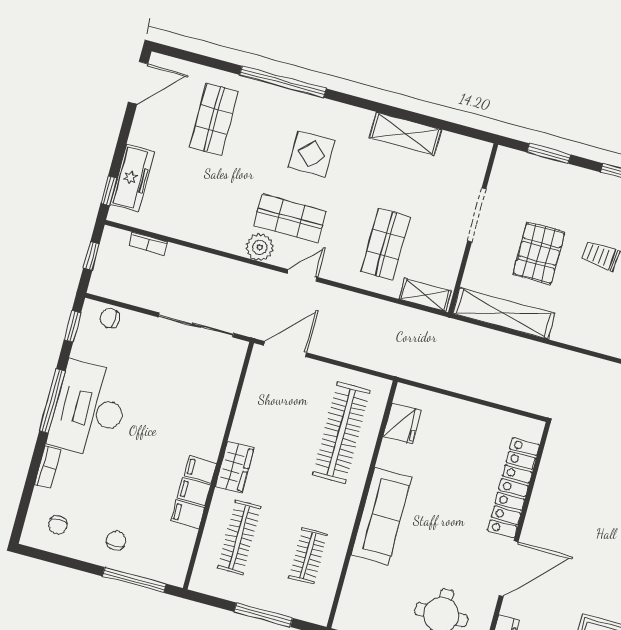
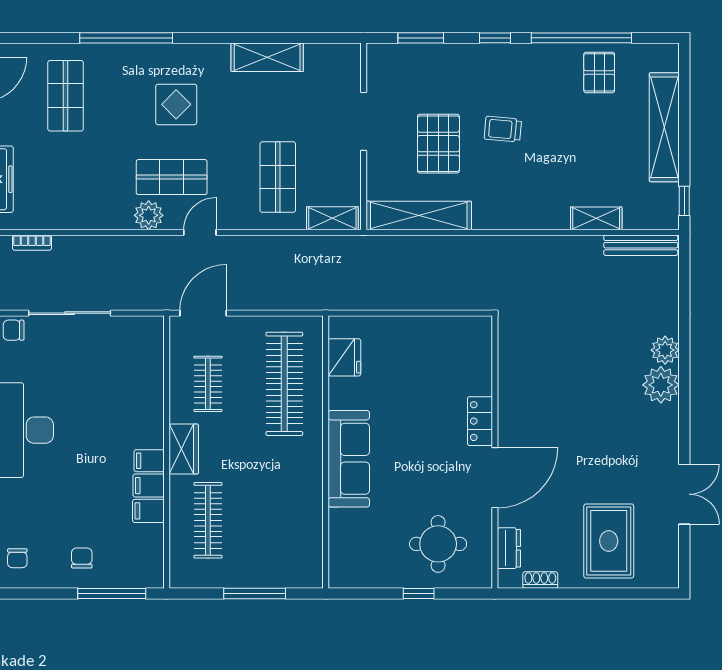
sliding door: (196, 325) -> (70, 313), moved
locker: (513, 488) -> (480, 421), width x0.46, depth x0.83
clothes rail: (308, 556) -> (208, 384), moved

